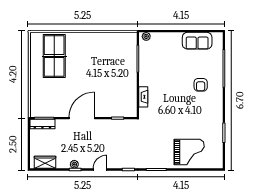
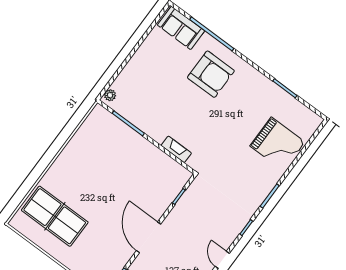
sofa: (197, 41) -> (181, 28), moved, turned 90
armchair: (201, 85) -> (211, 74), width x1.88, depth x1.88
grand piano: (189, 152) -> (277, 144), turned 90

